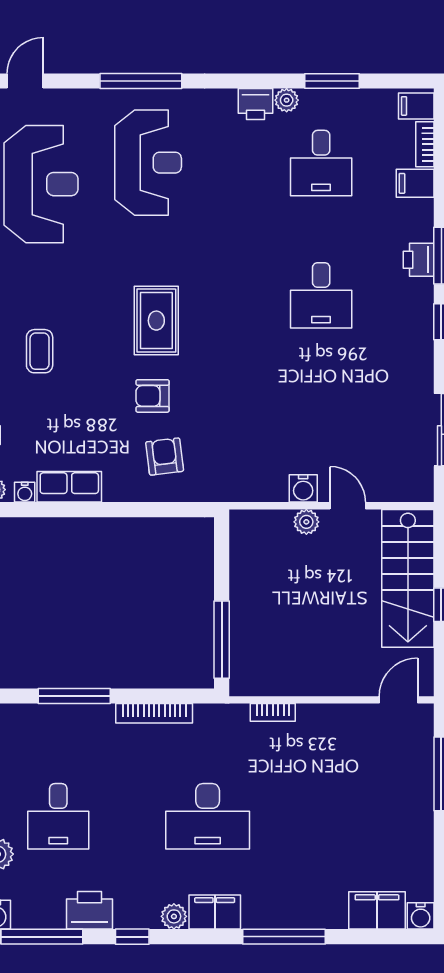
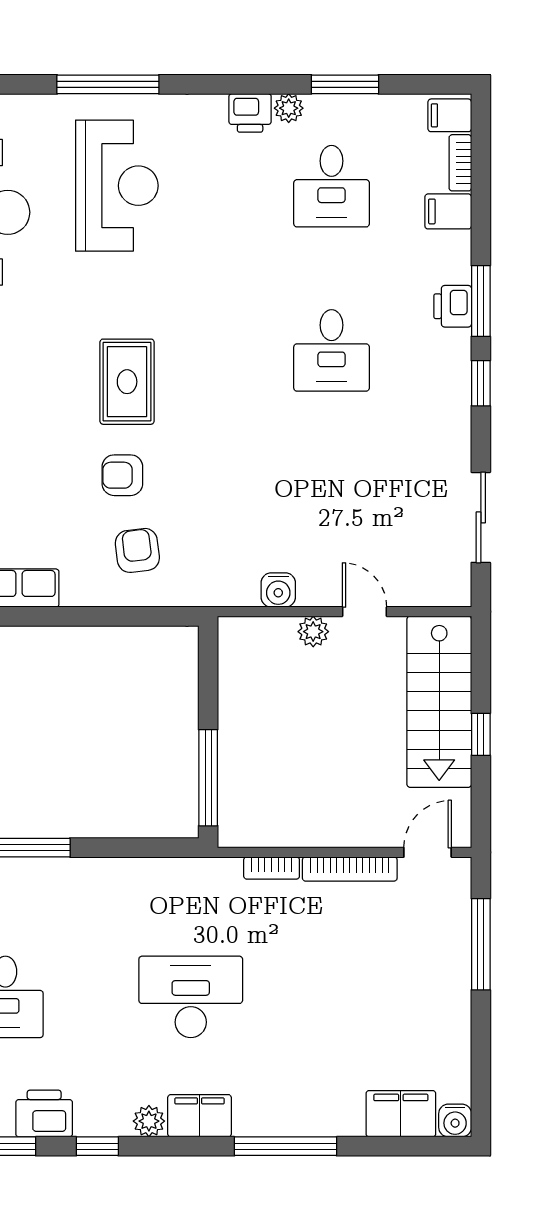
water cooler: (303, 488) -> (278, 590), moved
bookcase: (154, 713) -> (350, 869), moved
desk: (208, 816) -> (191, 997), turned 180

